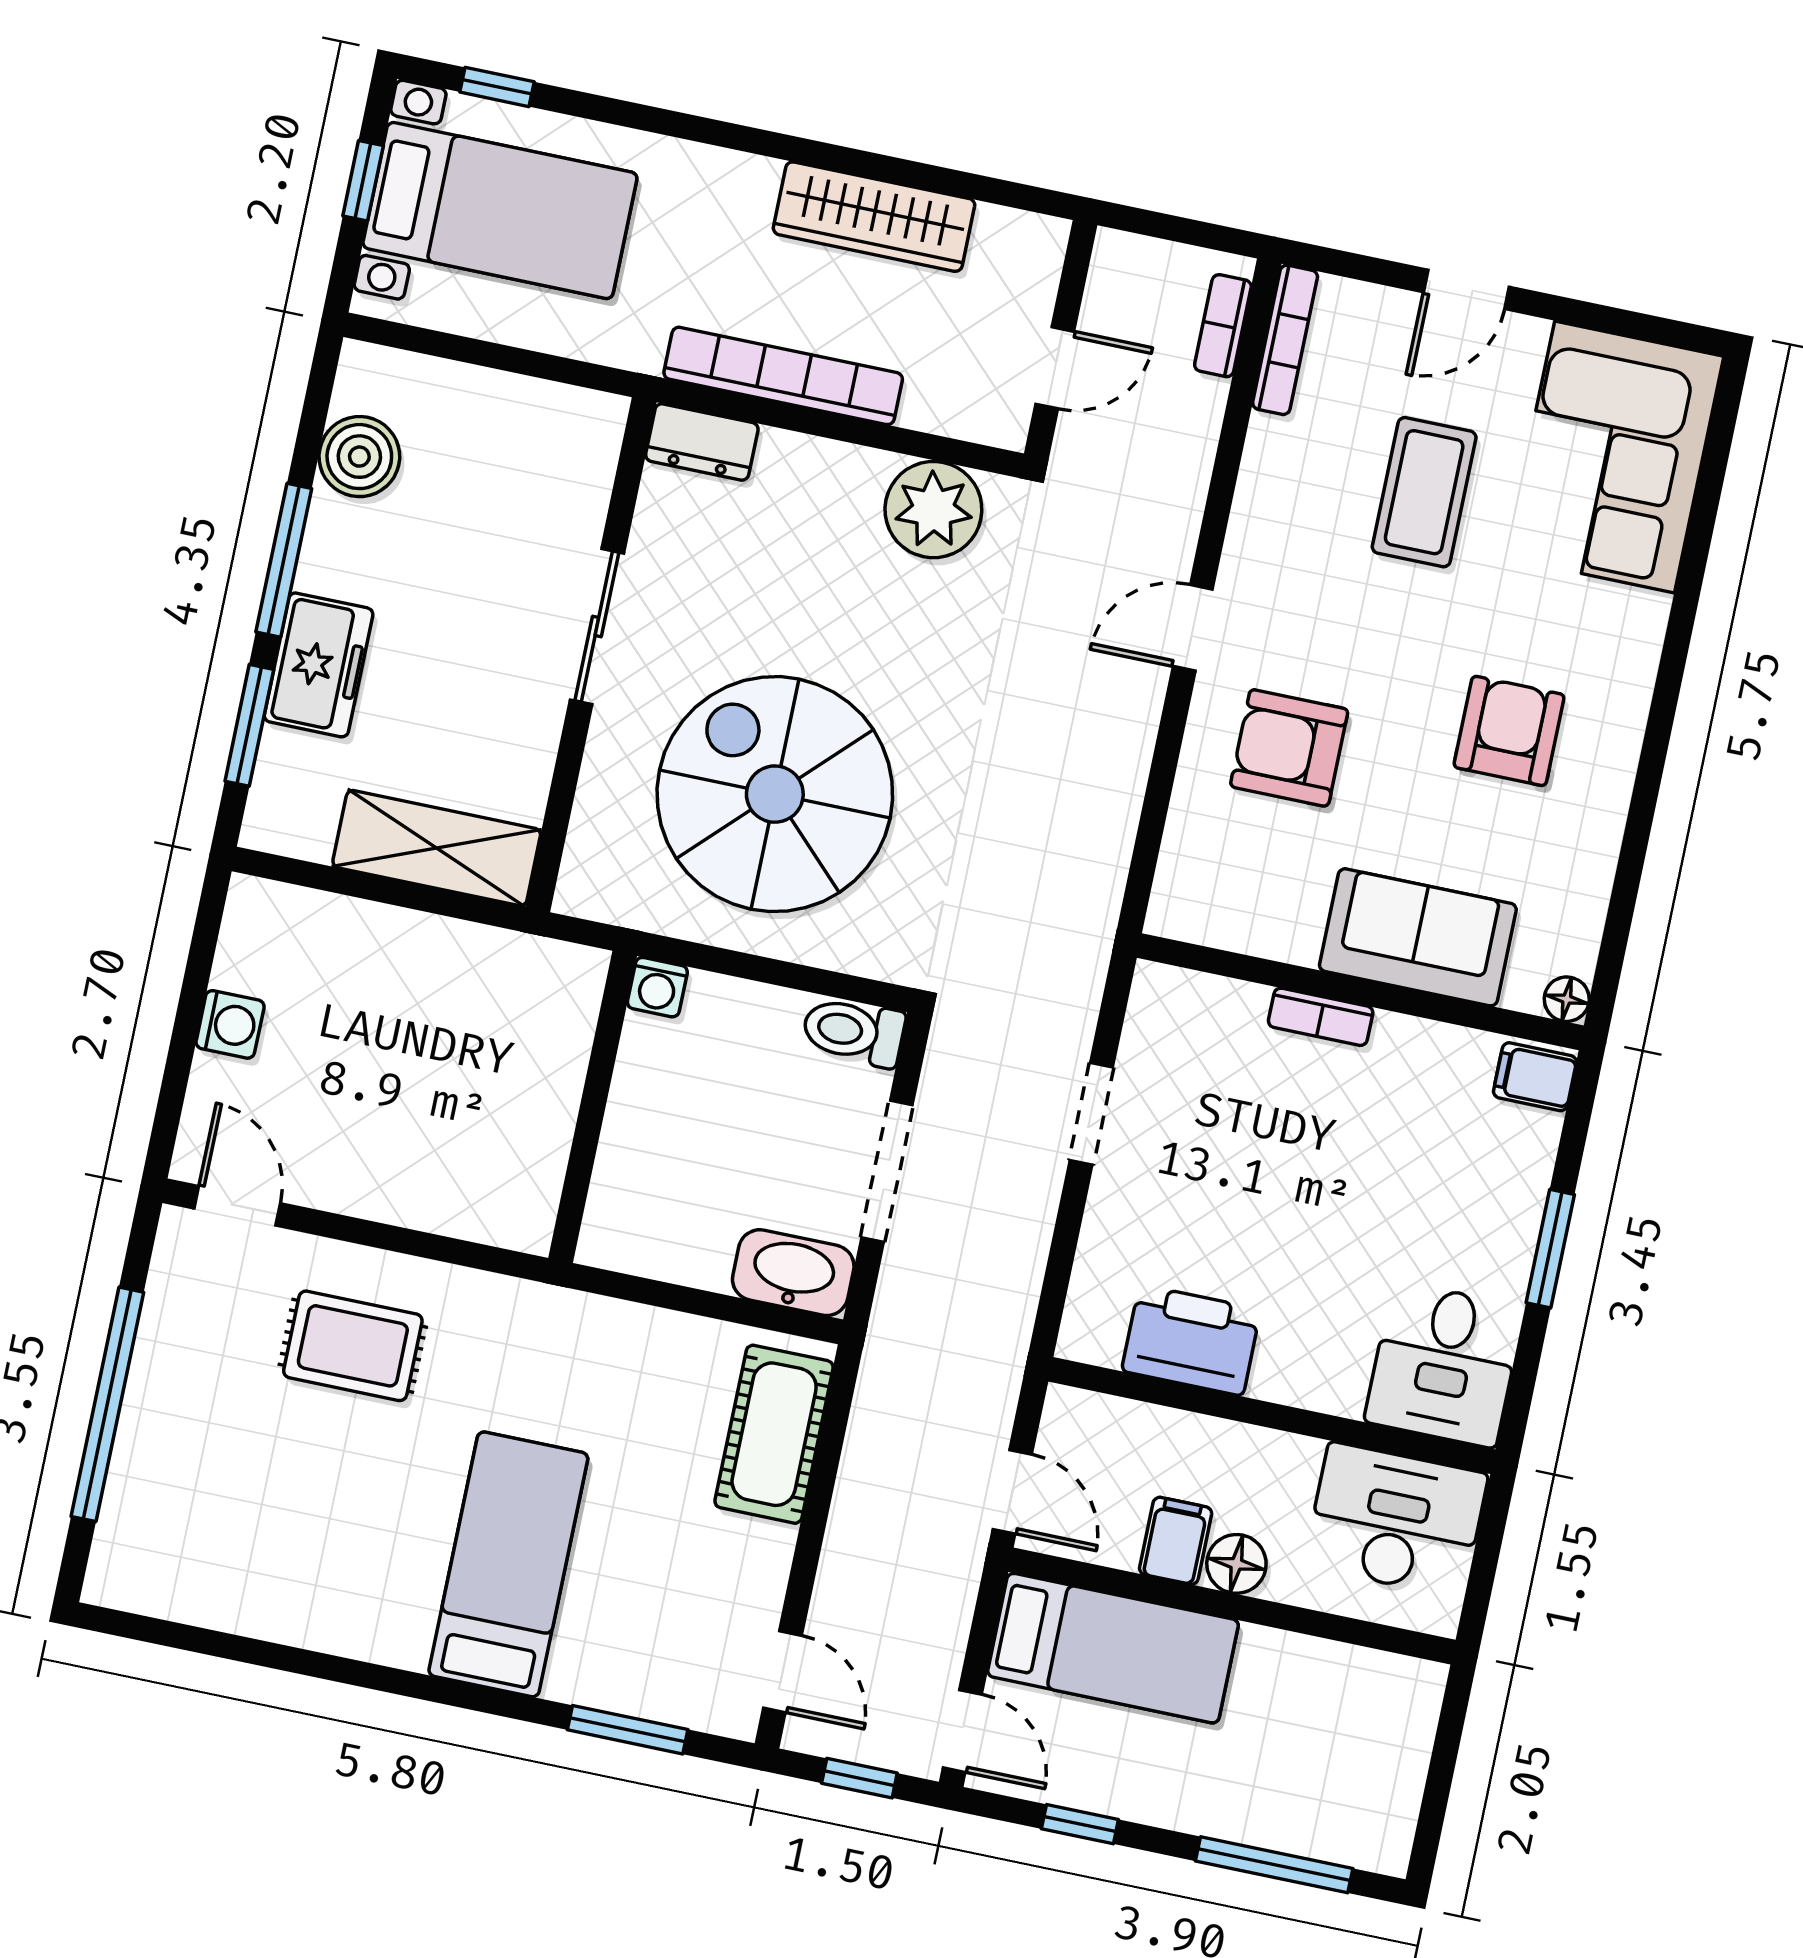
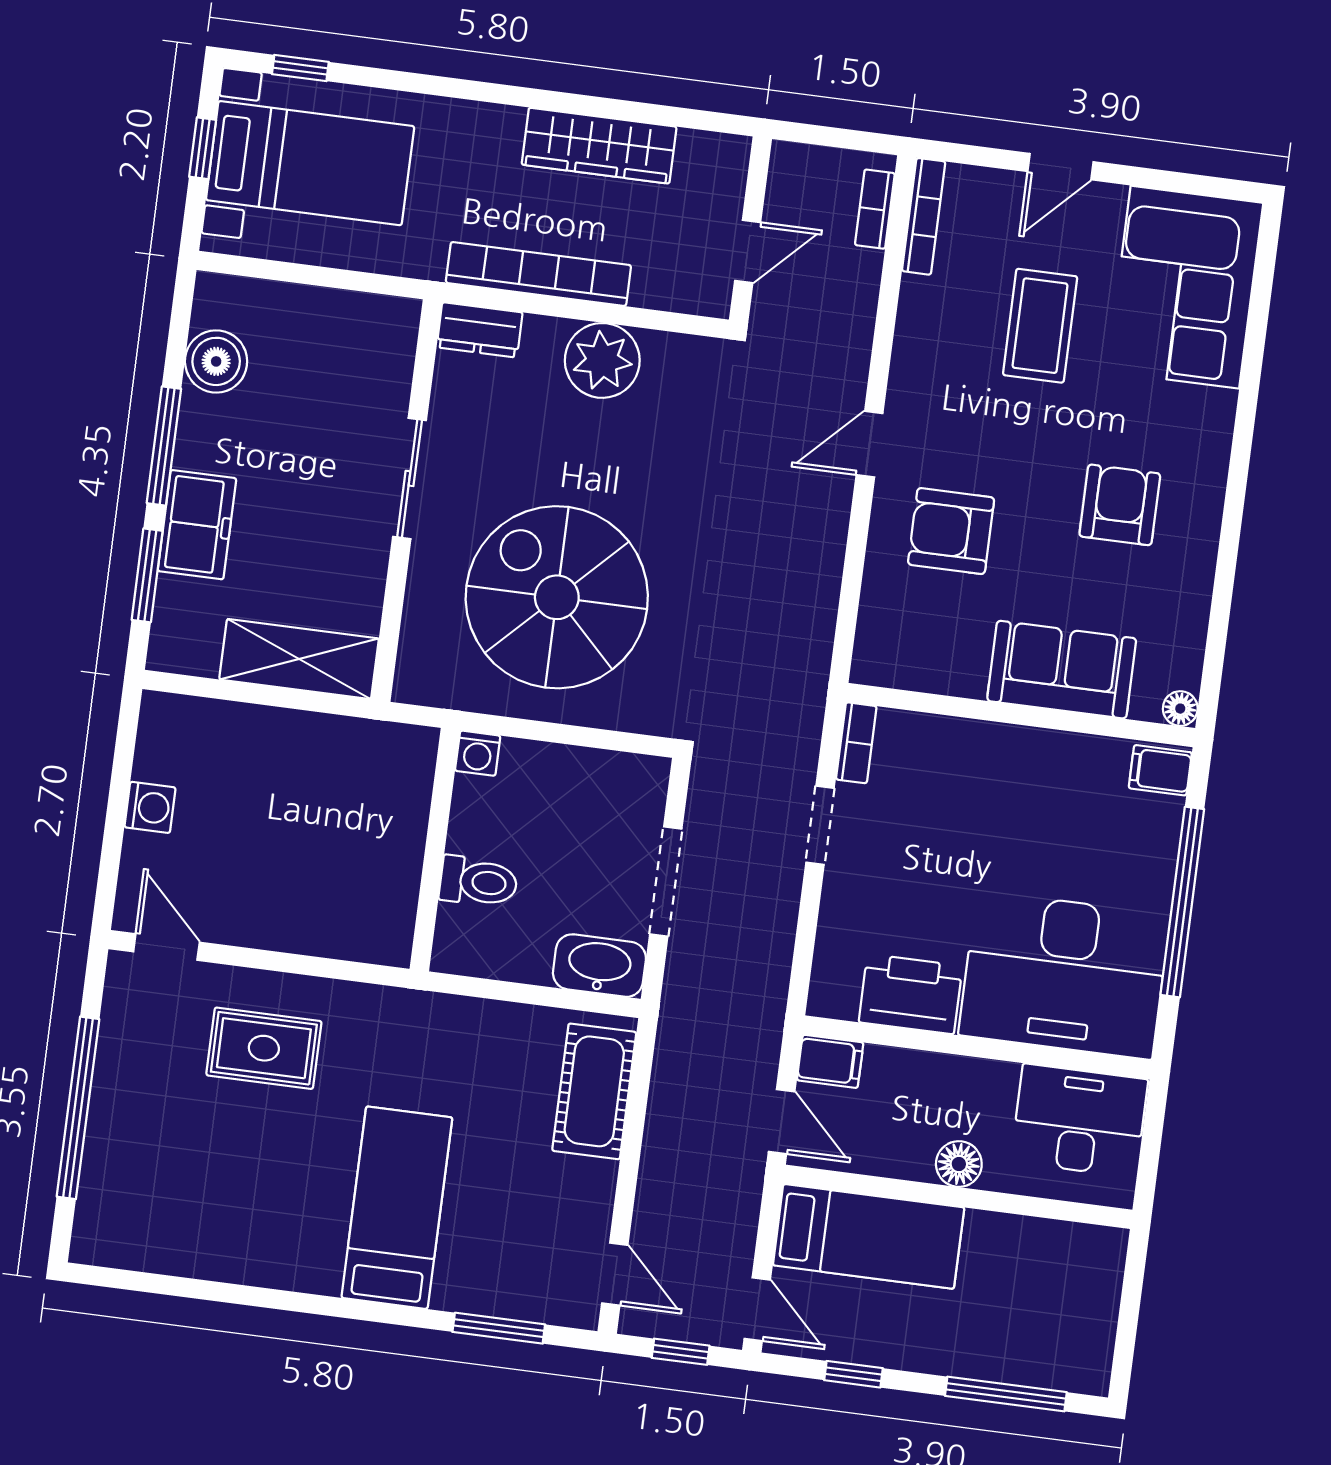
plant: (933, 510) -> (602, 360), moved
bookcase: (1321, 1017) -> (856, 743), moved, turned -90
toilet: (853, 1031) -> (479, 882), moved, turned 180
window: (1550, 1249) -> (1182, 902), width x2.11
desk: (1444, 1364) -> (1064, 975), width x1.87, depth x1.30
filing cabinet: (1176, 1541) -> (830, 1061), moved, turned 90

